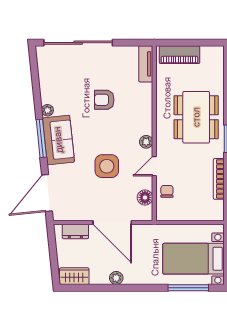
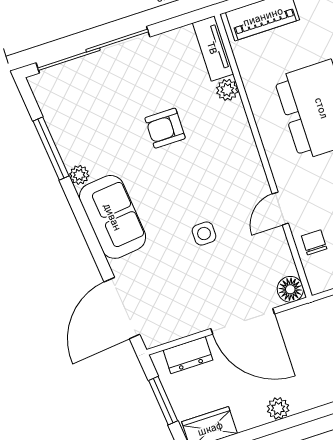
window: (41, 138) -> (51, 148), moved
plant: (146, 142) -> (227, 90), moved
side table: (107, 166) -> (204, 234), width x0.54, depth x0.54
floor lamp: (145, 197) -> (290, 289), moved
window: (53, 252) -> (163, 401), added

